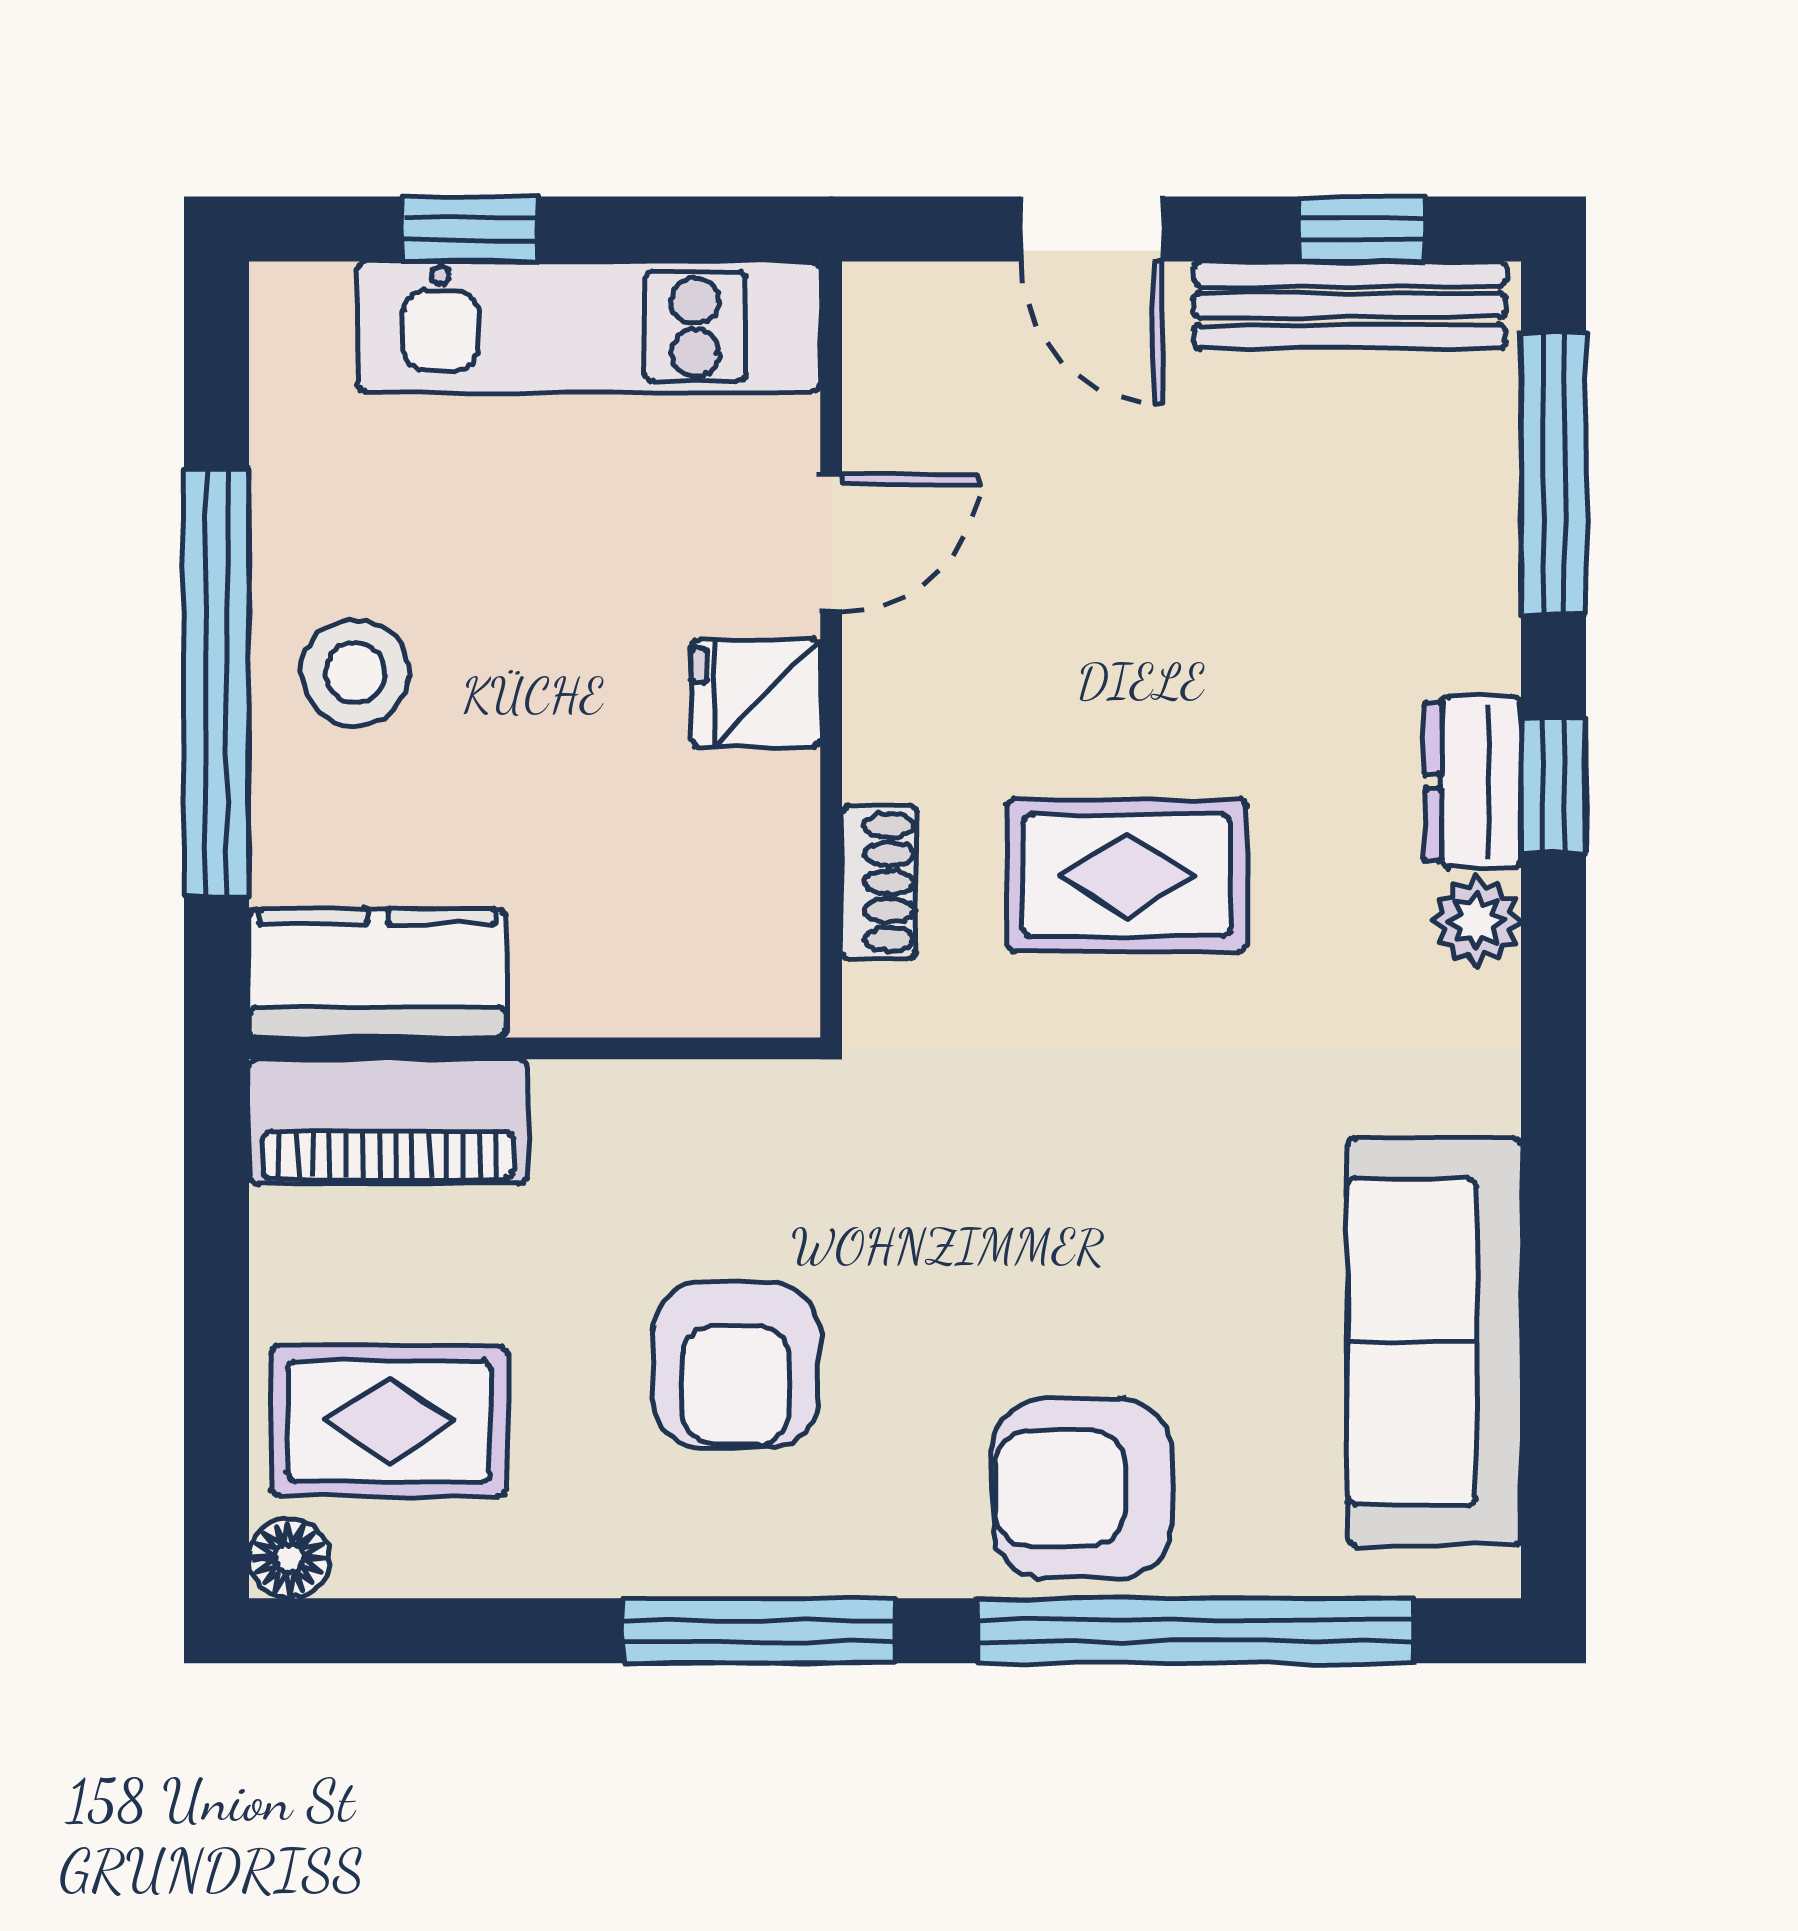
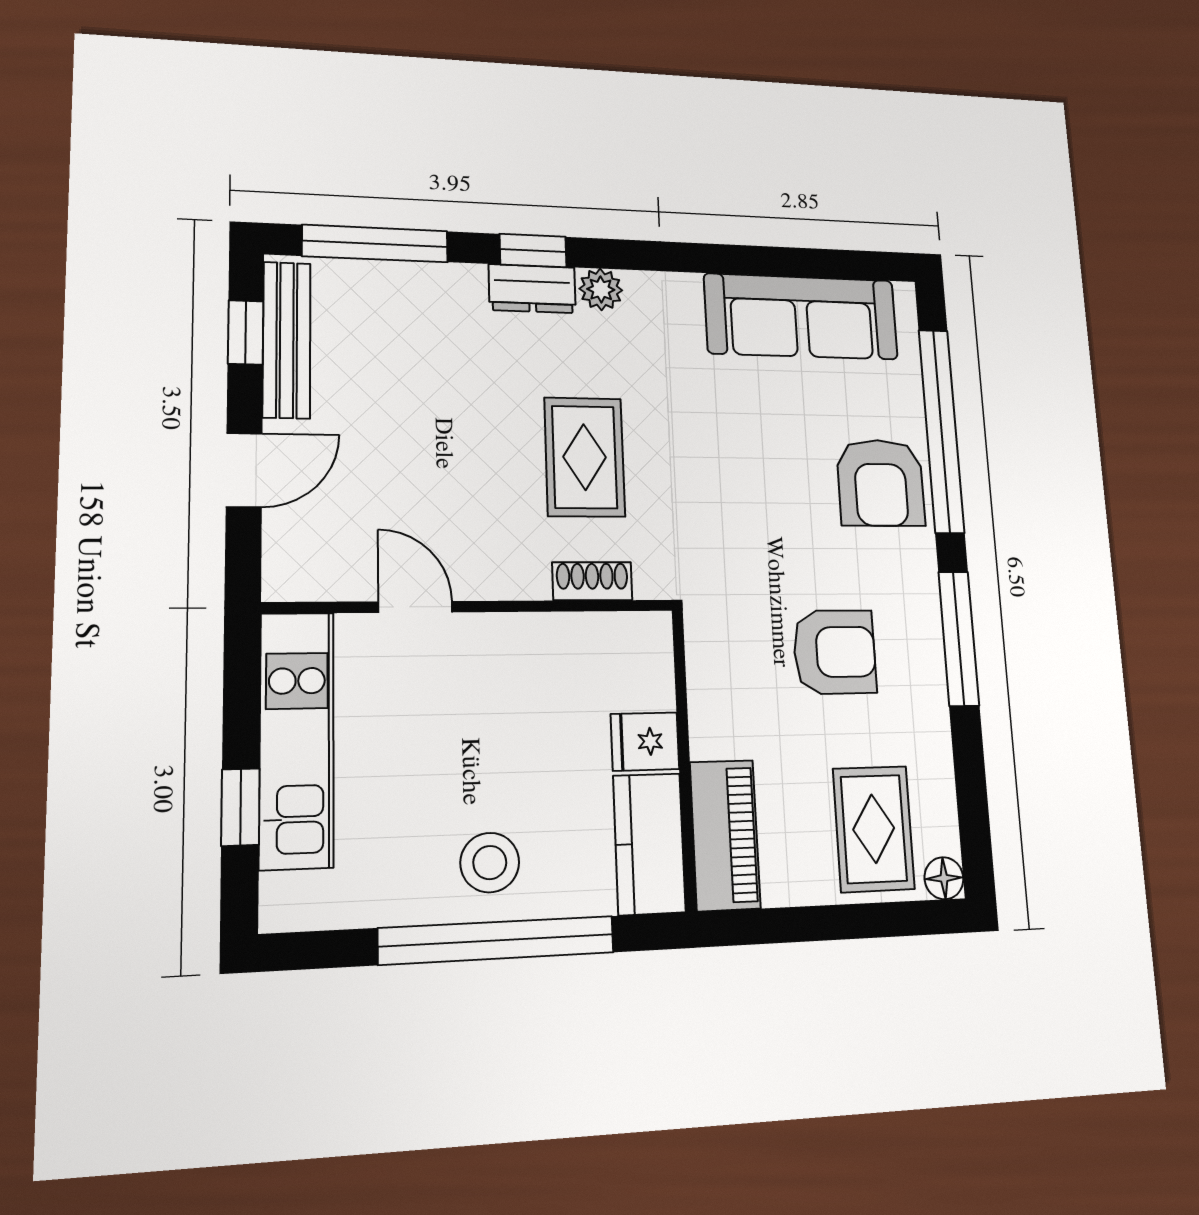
fridge: (756, 693) -> (645, 741), moved, turned 90

